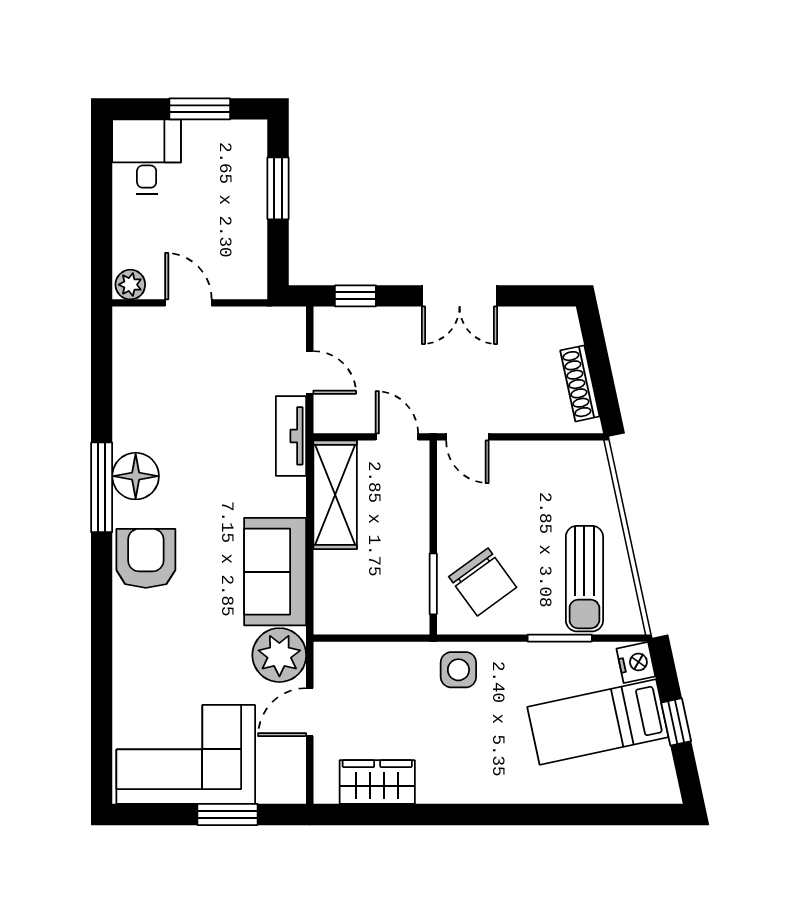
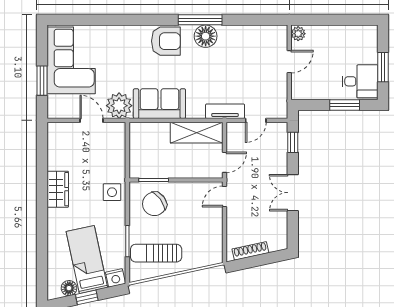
desk: (147, 157) -> (360, 81), moved
floor lamp: (657, 759) -> (69, 288), added
wardrobe: (377, 782) -> (58, 189), moved

